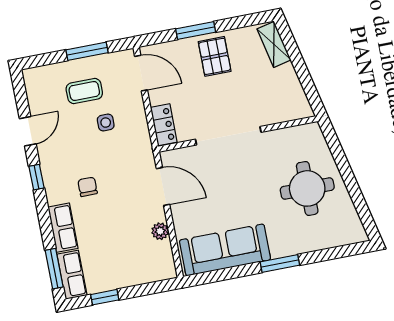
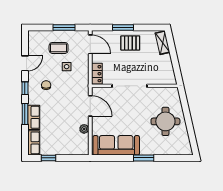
pallet: (215, 56) -> (130, 43), turned 90
chair: (88, 187) -> (46, 85), moved
window: (54, 269) -> (25, 114), moved

